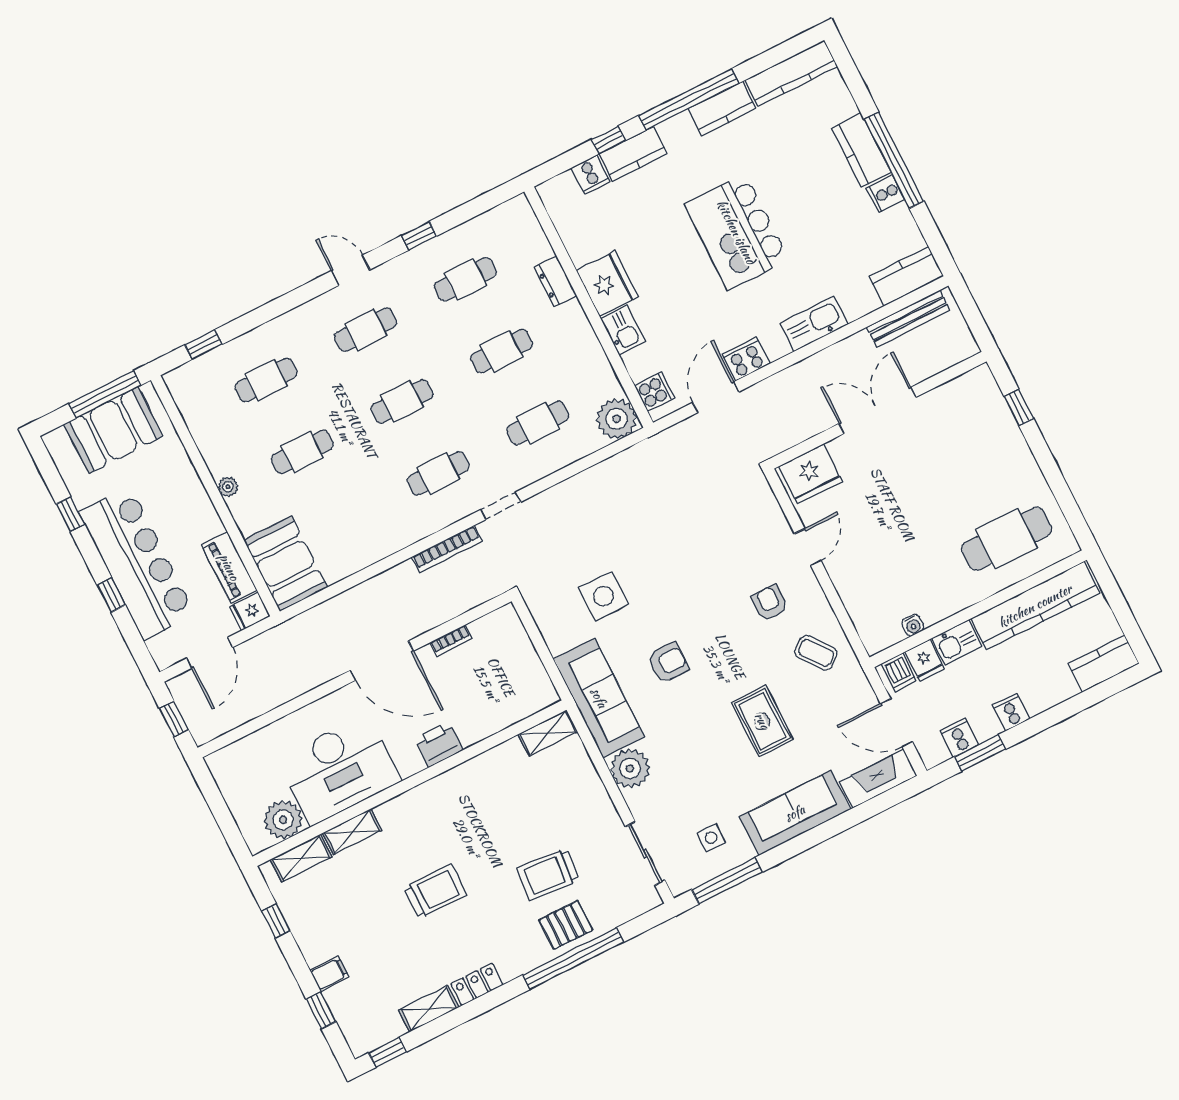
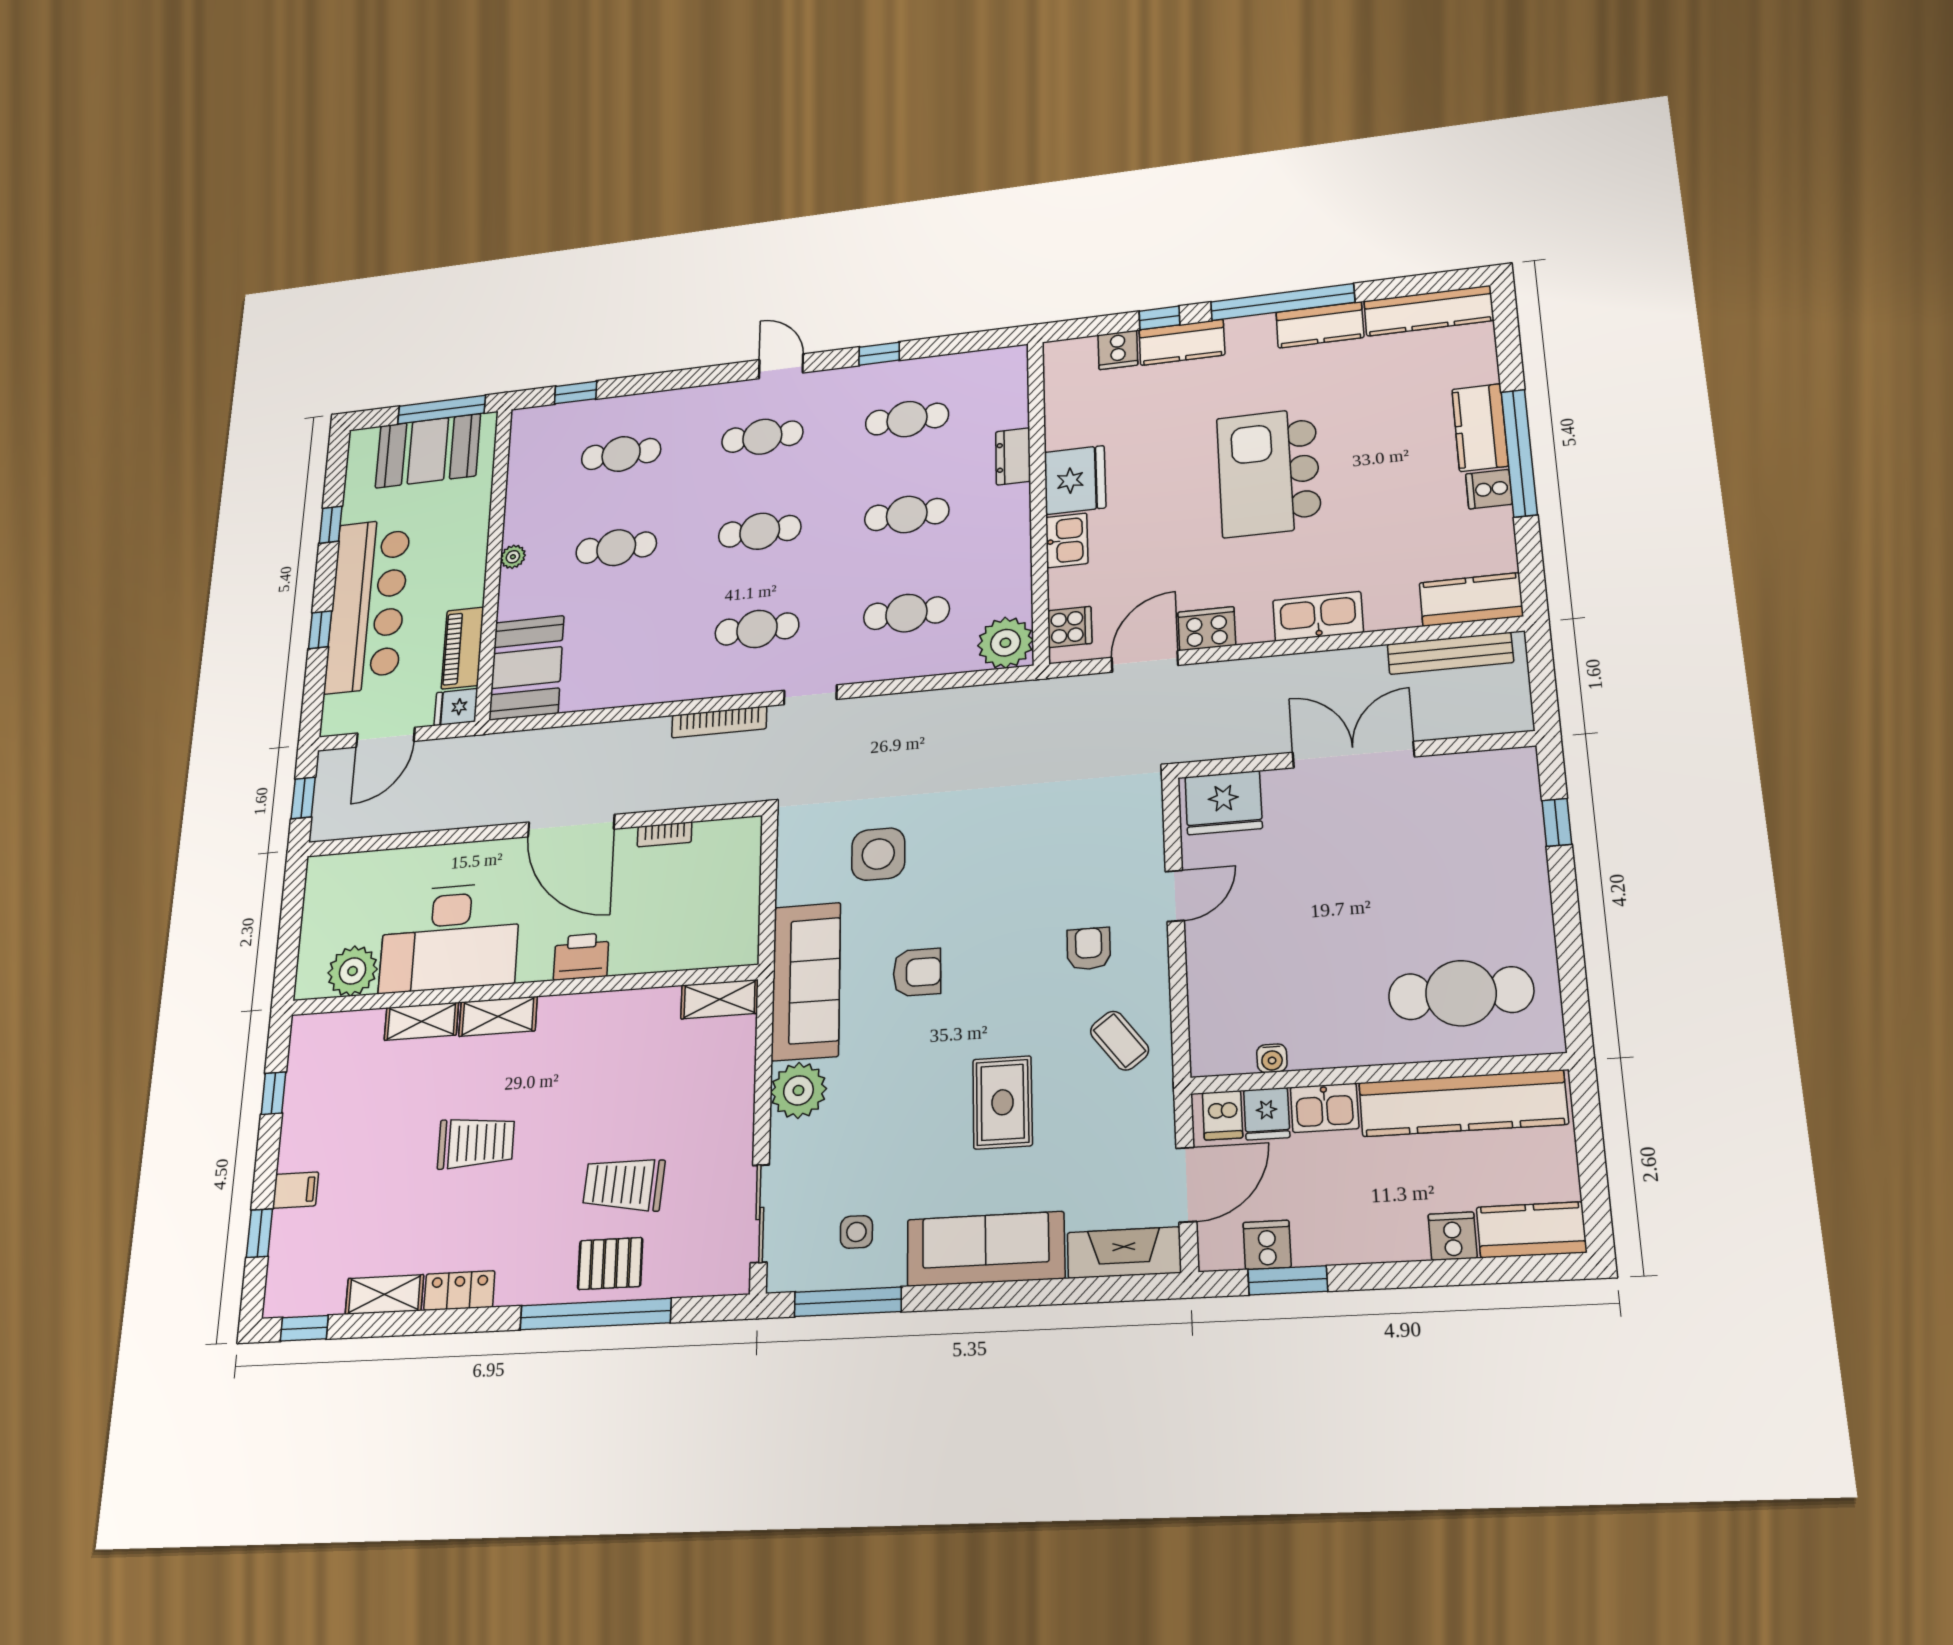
cooker: (1011, 712) -> (1453, 1236), moved
door: (896, 723) -> (1186, 1185), swing flipped
shelving: (301, 858) -> (498, 1016), moved

